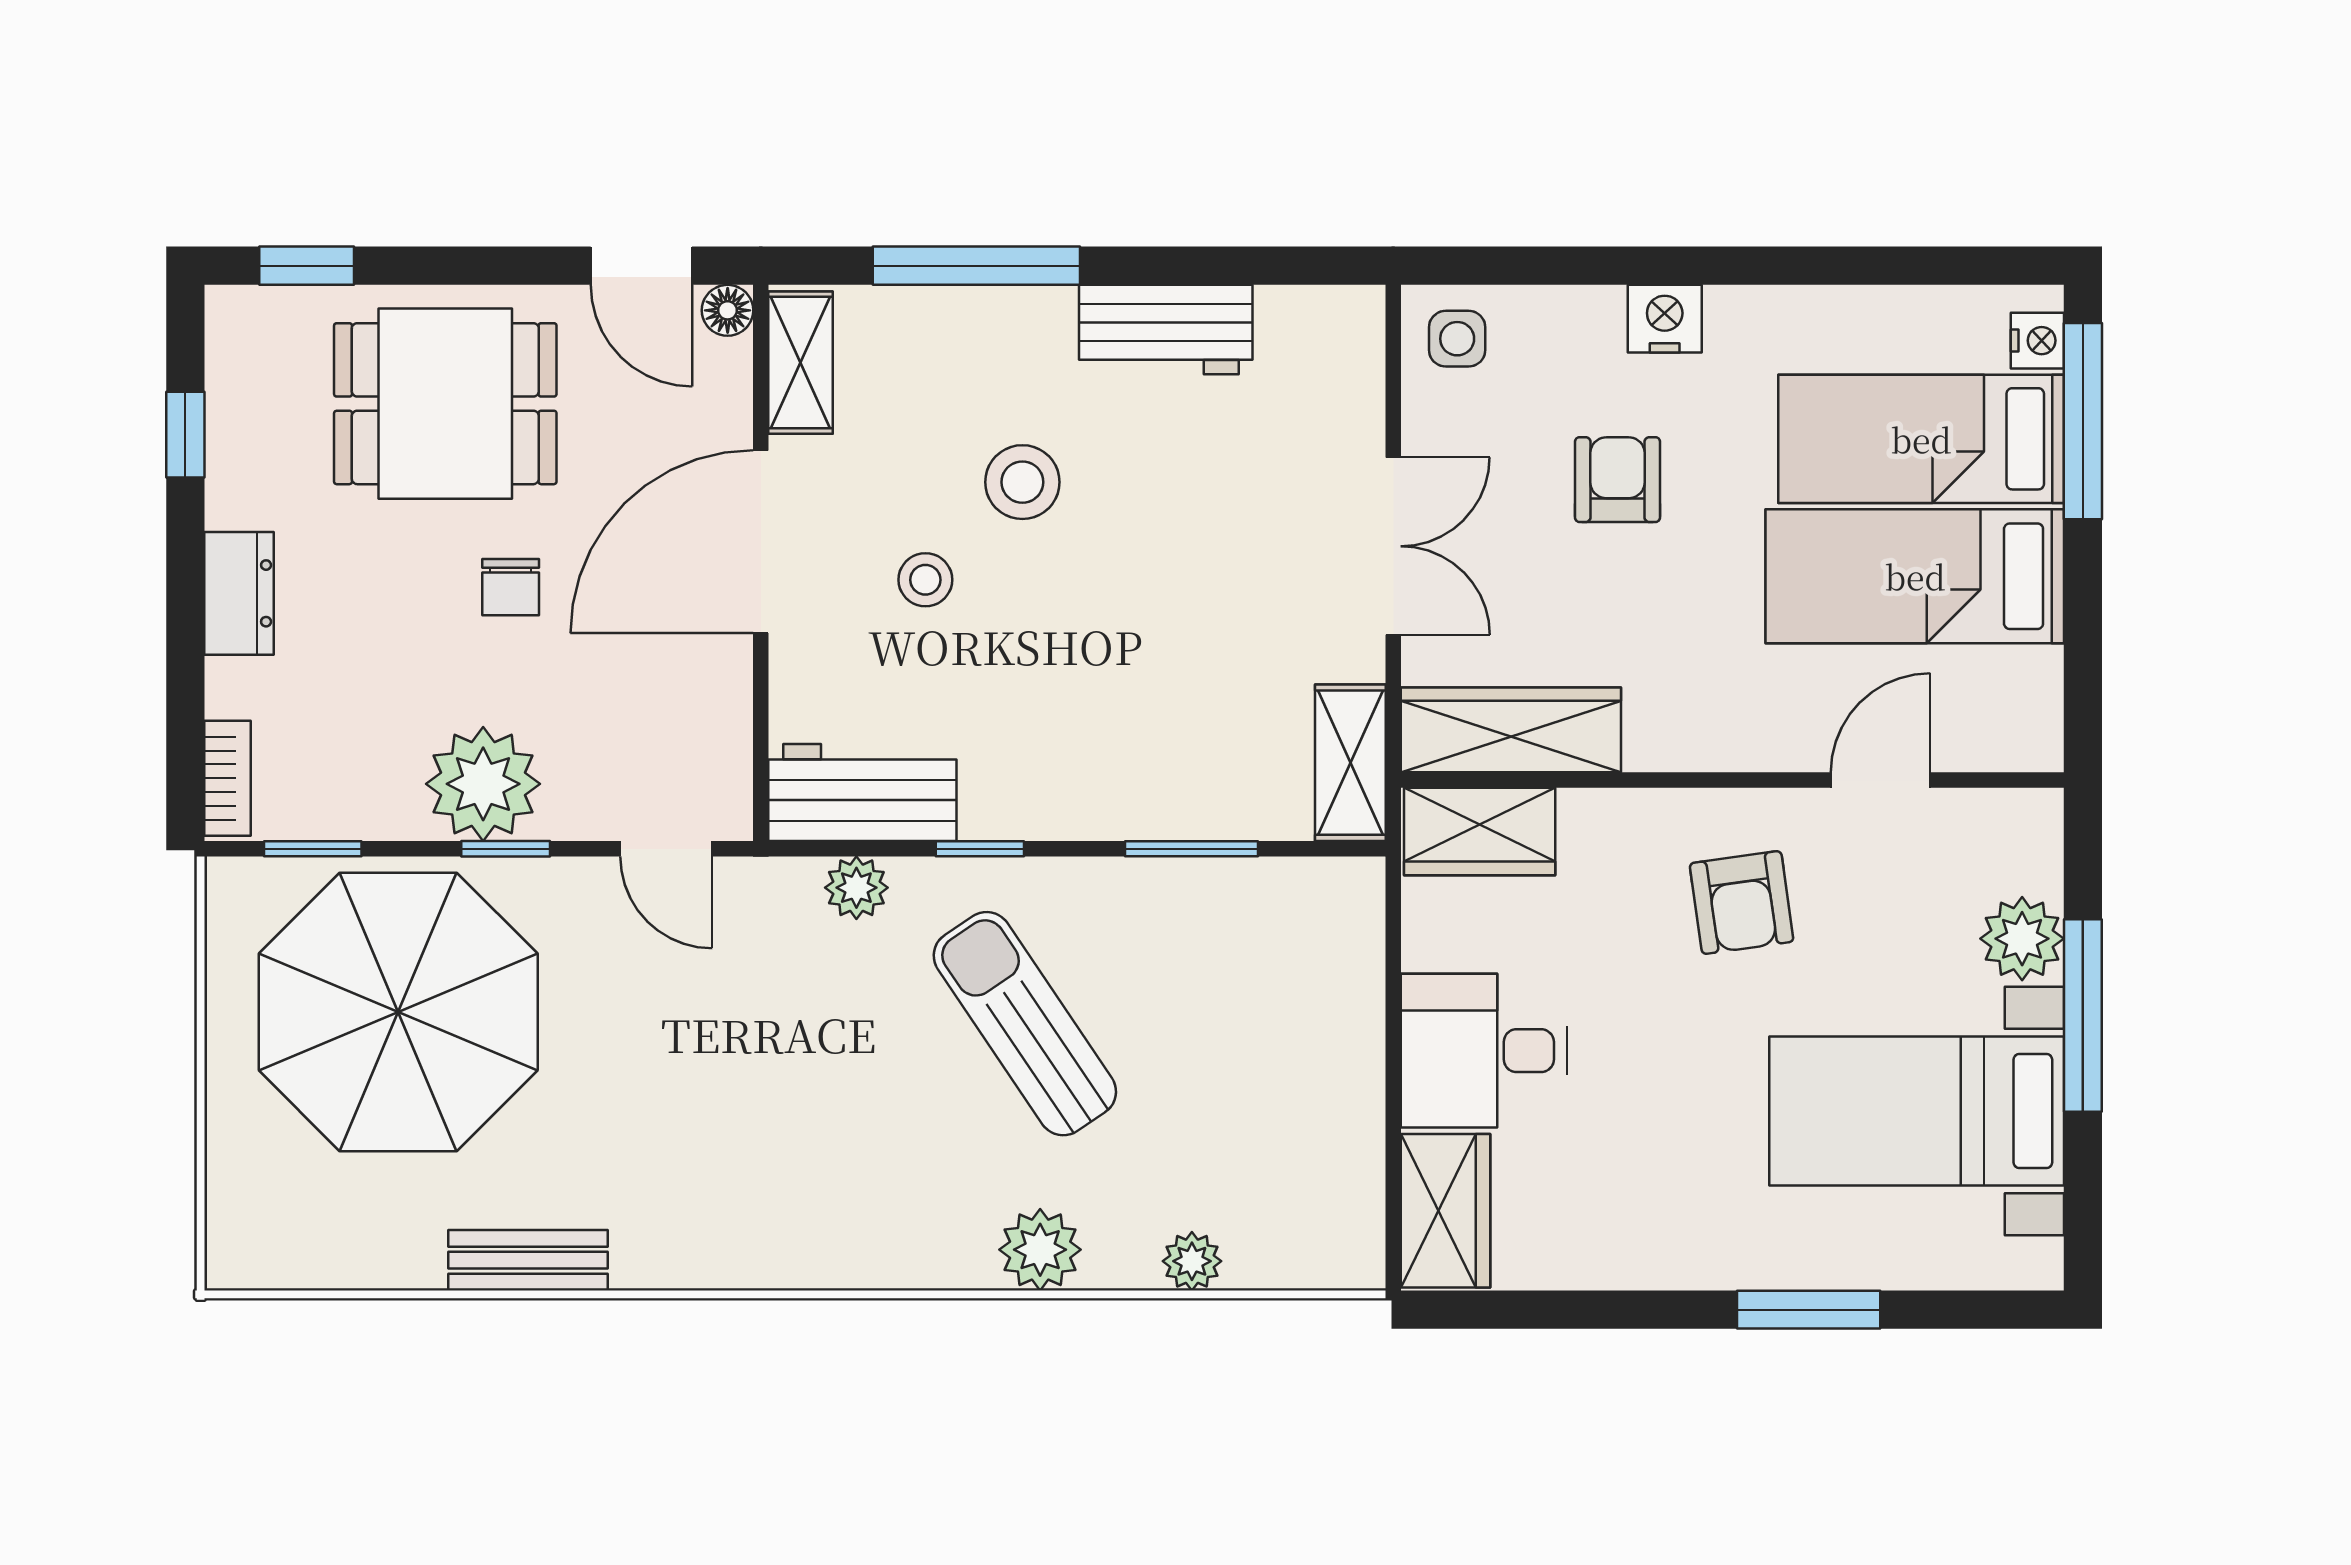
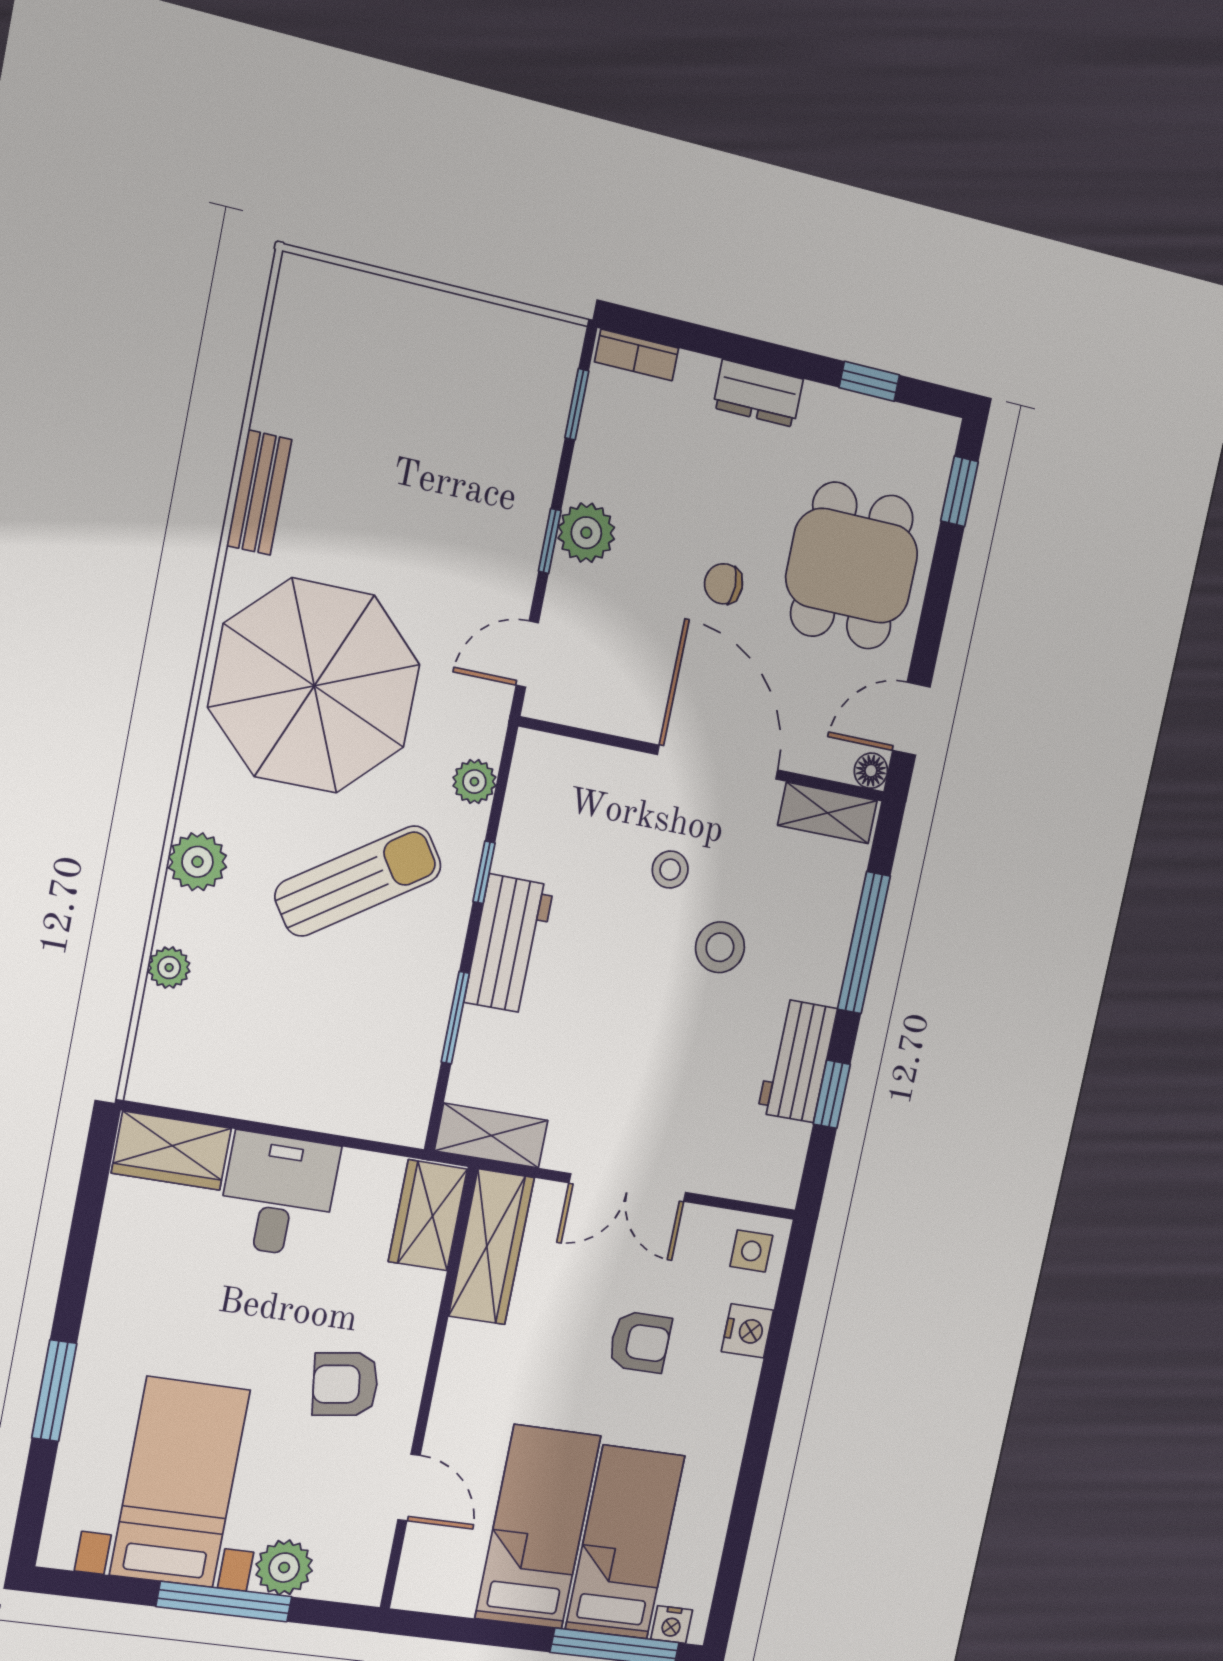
window: (1206, 266) -> (832, 1094), added
nightstand: (1665, 319) -> (747, 1331), moved
plant: (483, 784) -> (586, 533), width x0.73, depth x0.73
workbench: (862, 792) -> (509, 944), moved
parasol: (398, 1012) -> (314, 686), moved

